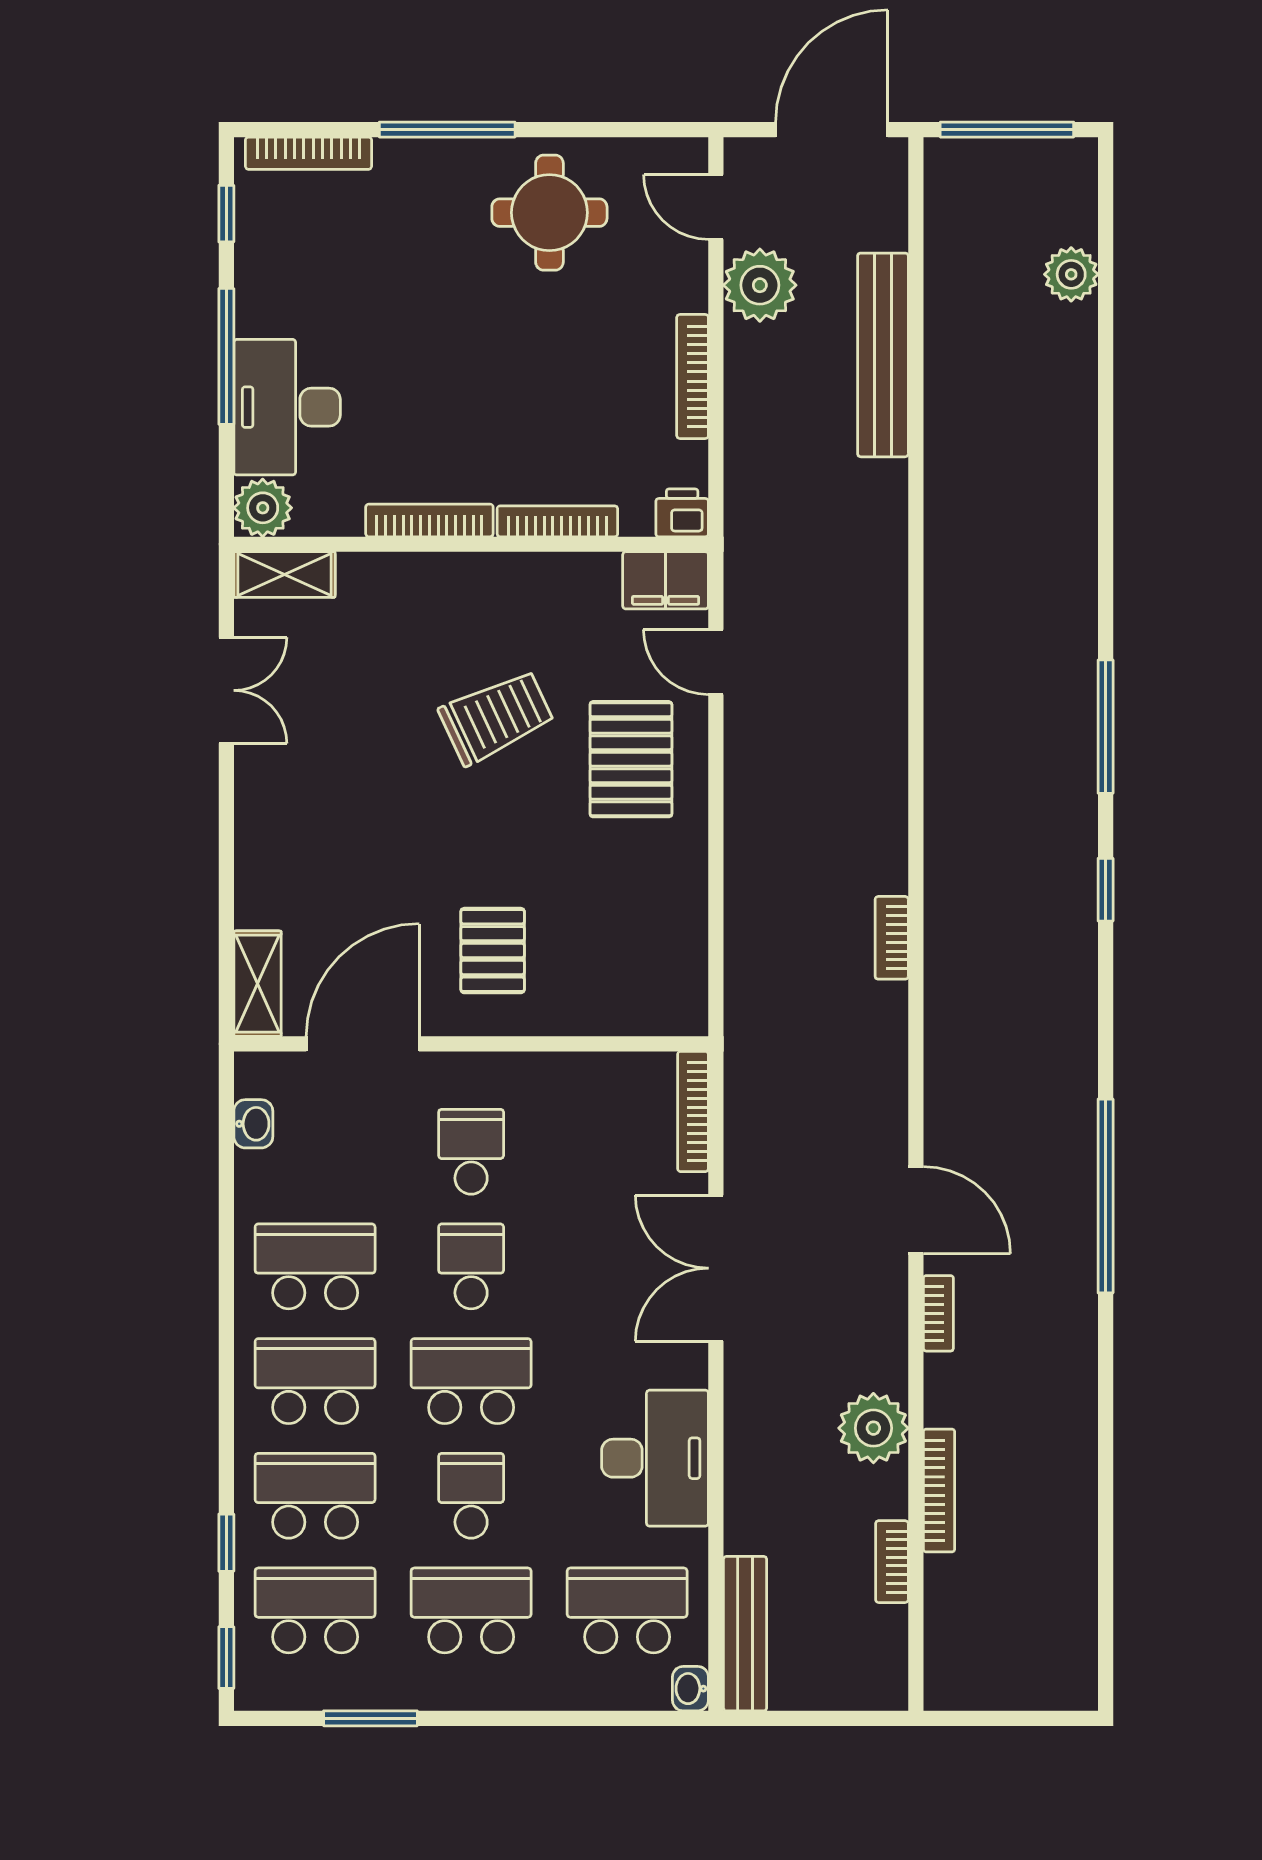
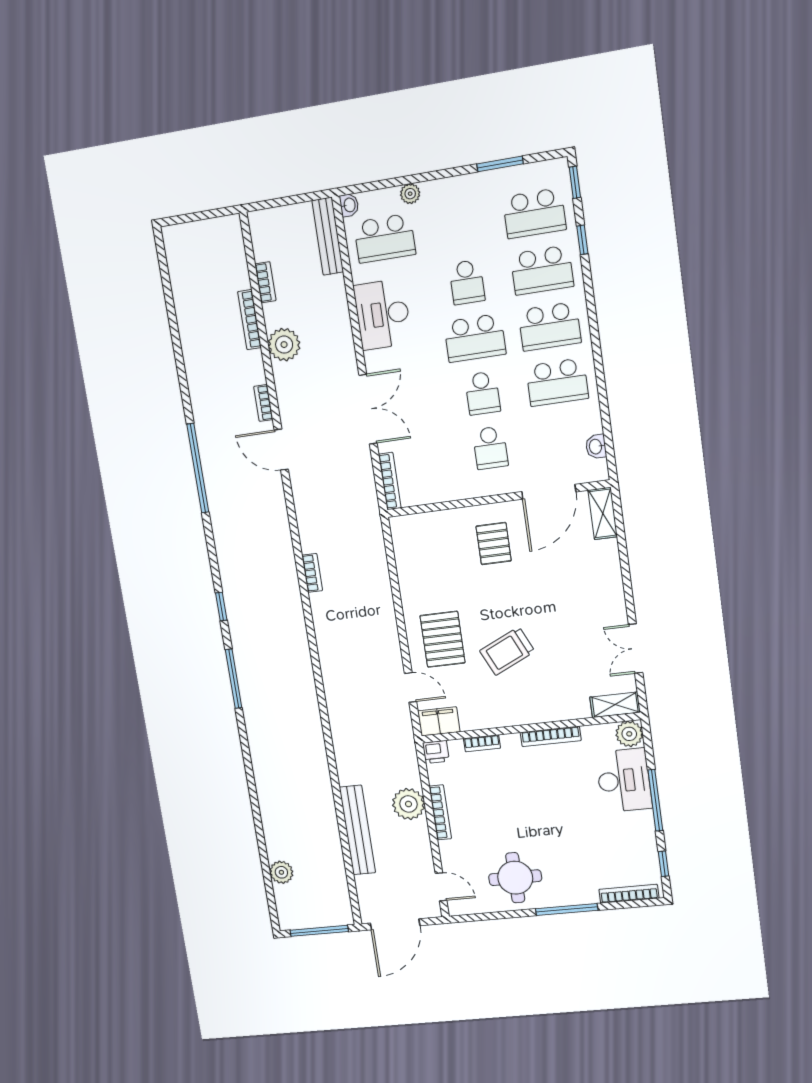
plant: (760, 285) -> (408, 804), moved
bookcase: (557, 521) -> (482, 743), width x0.64
school desk: (471, 1610) -> (459, 226), removed
plant: (561, 1690) -> (410, 194), added

